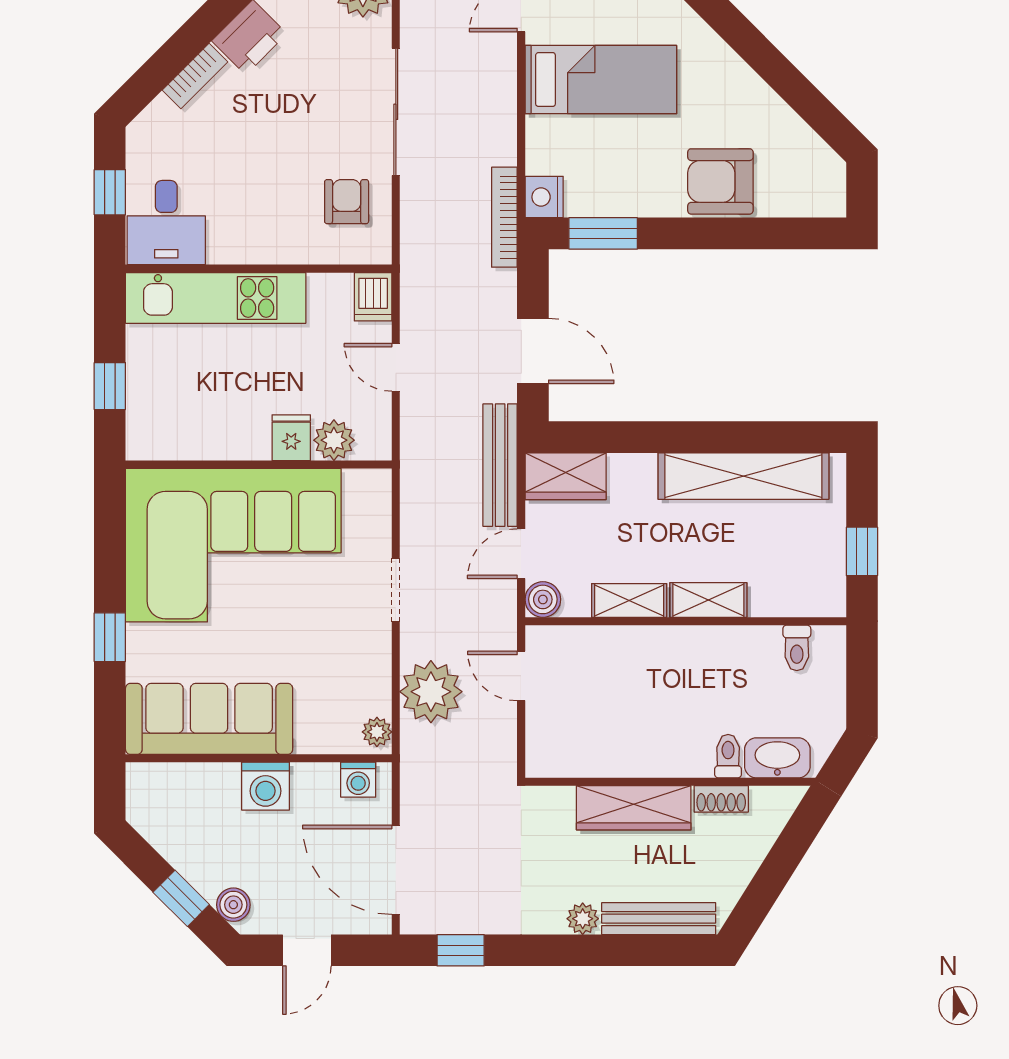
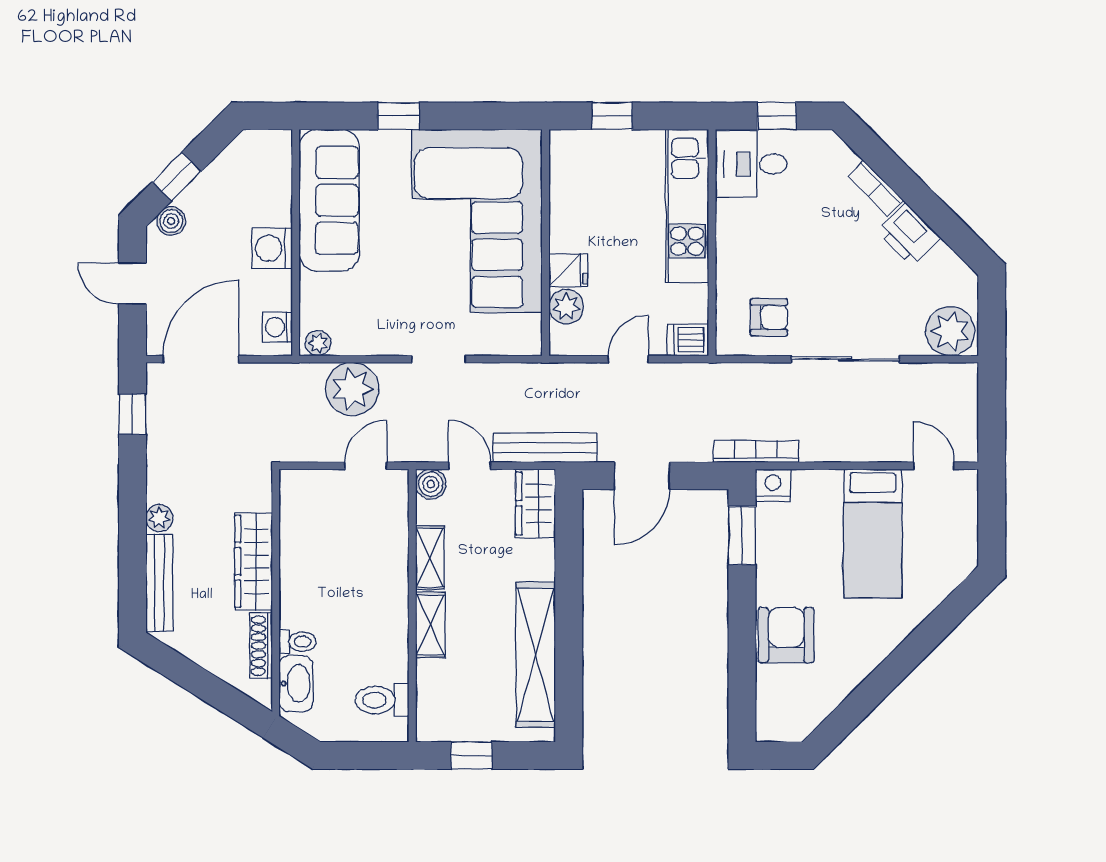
toilet: (797, 648) -> (382, 700), width x1.37, depth x1.39
shoe rack: (721, 799) -> (261, 646), width x1.43

